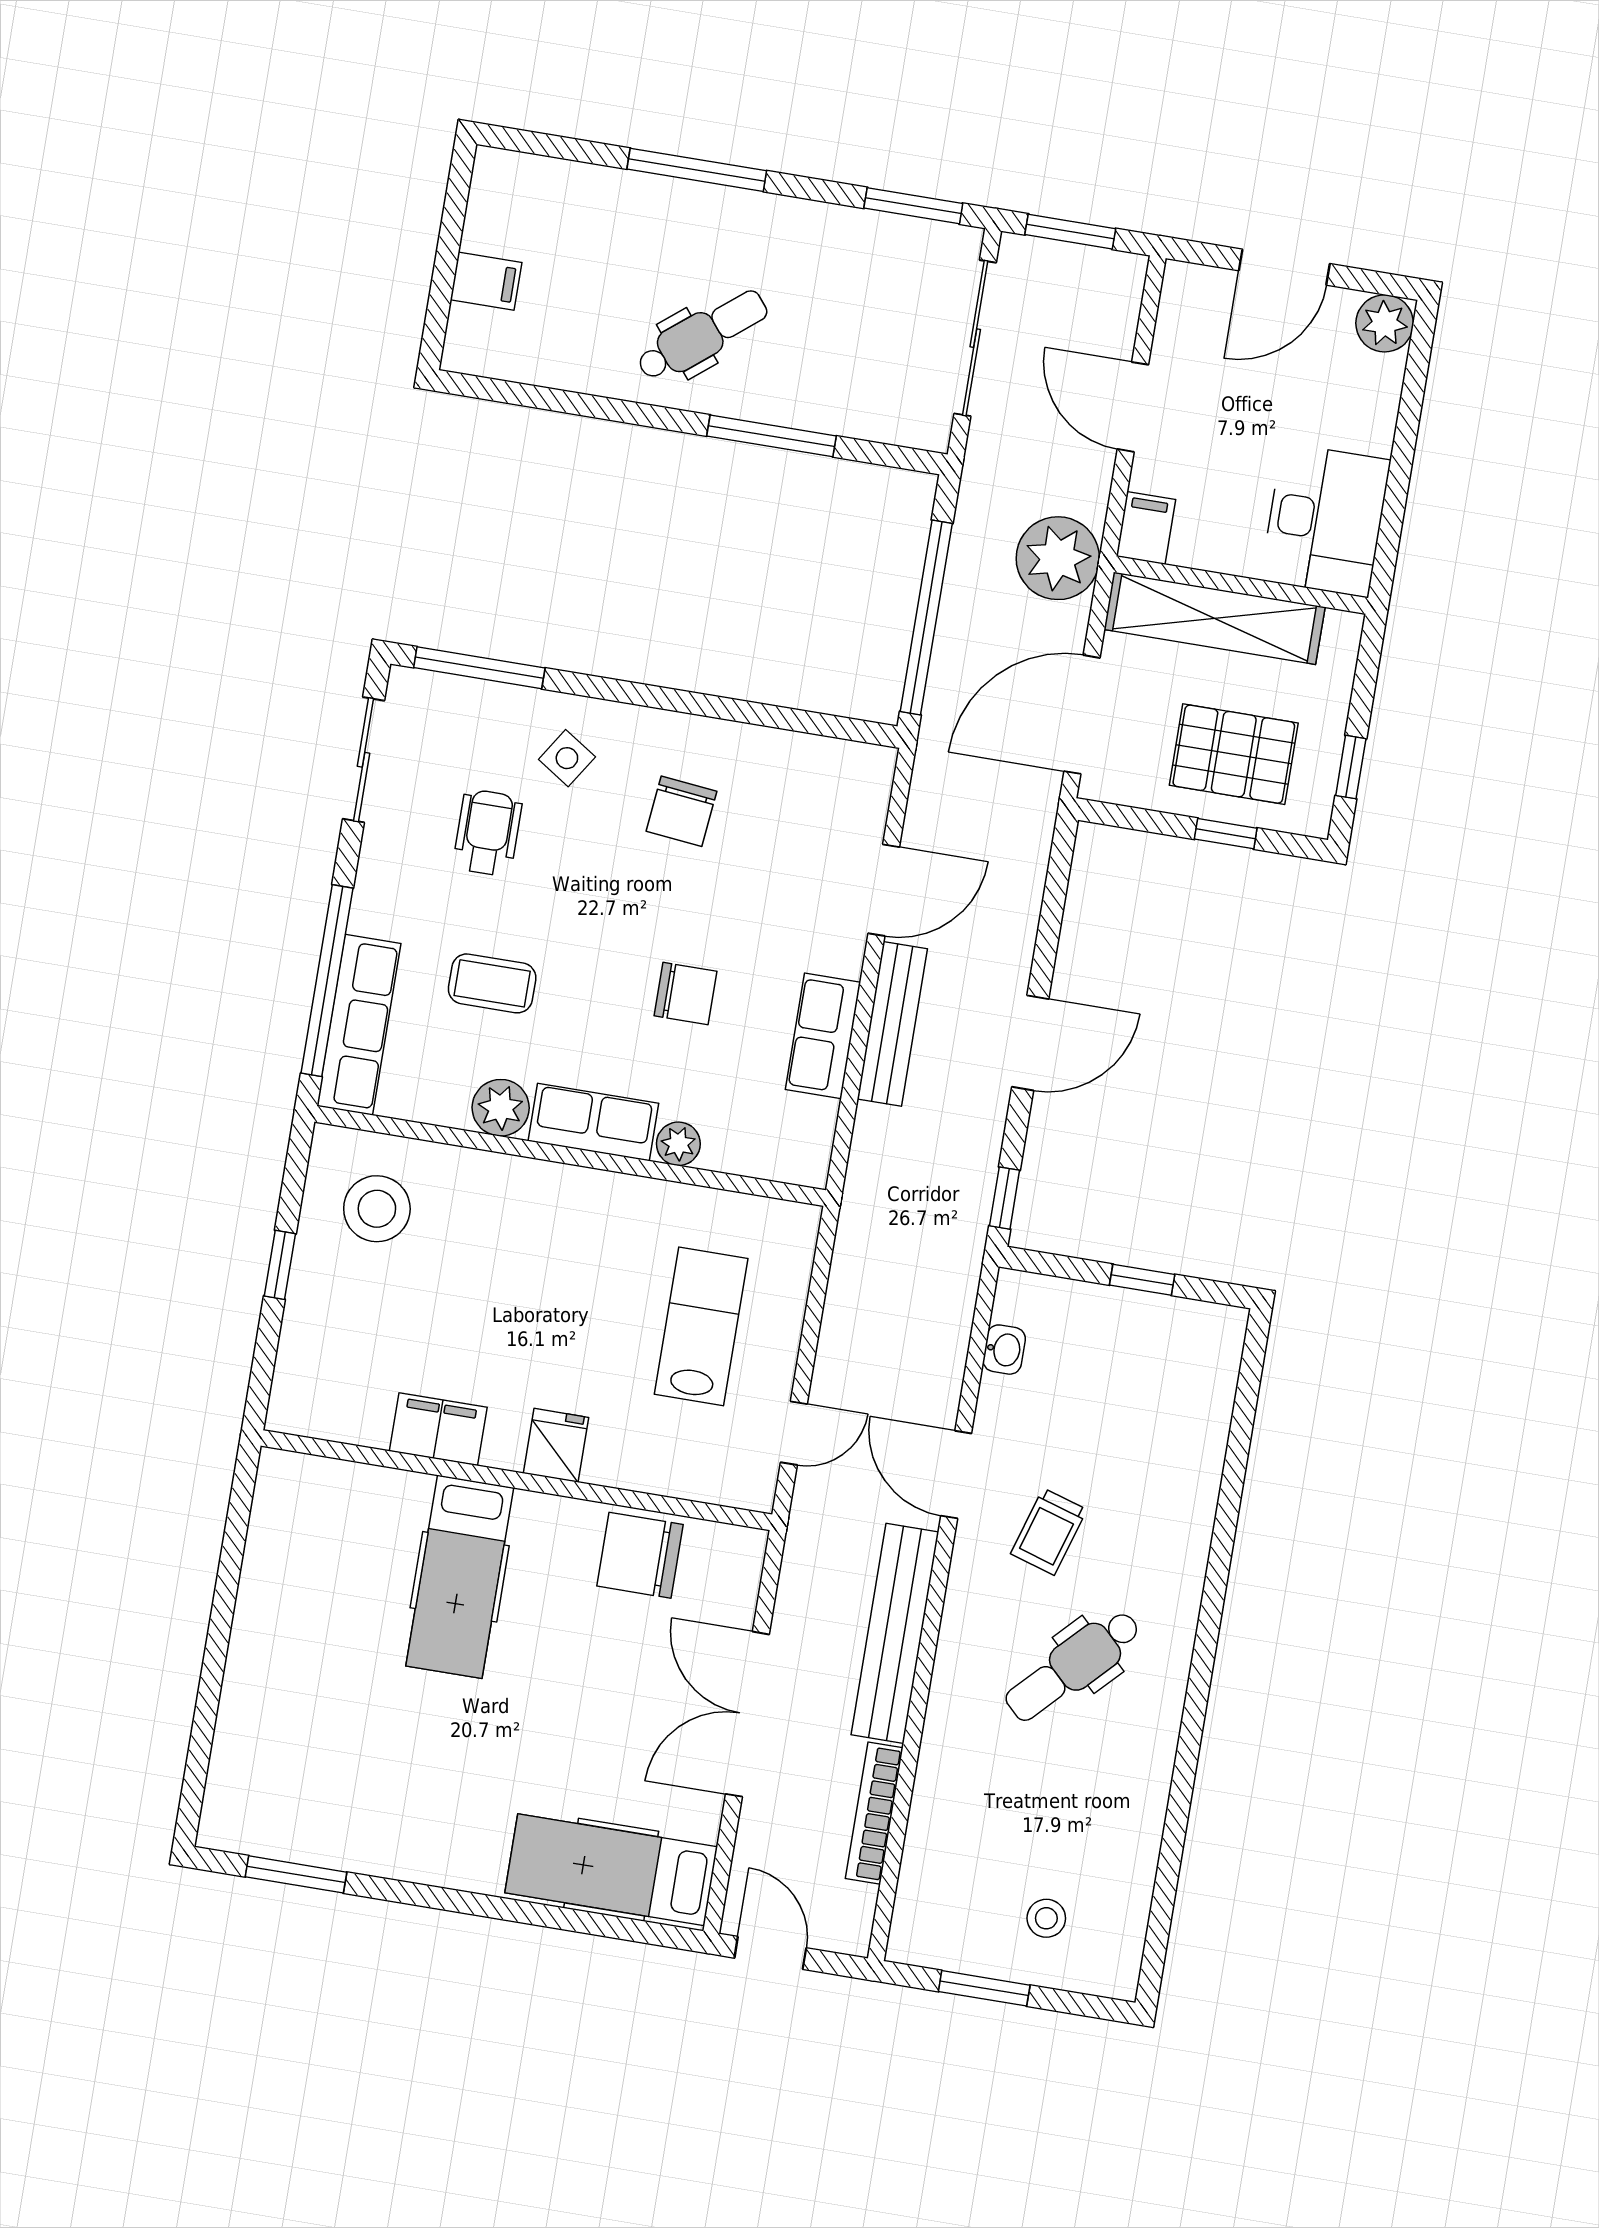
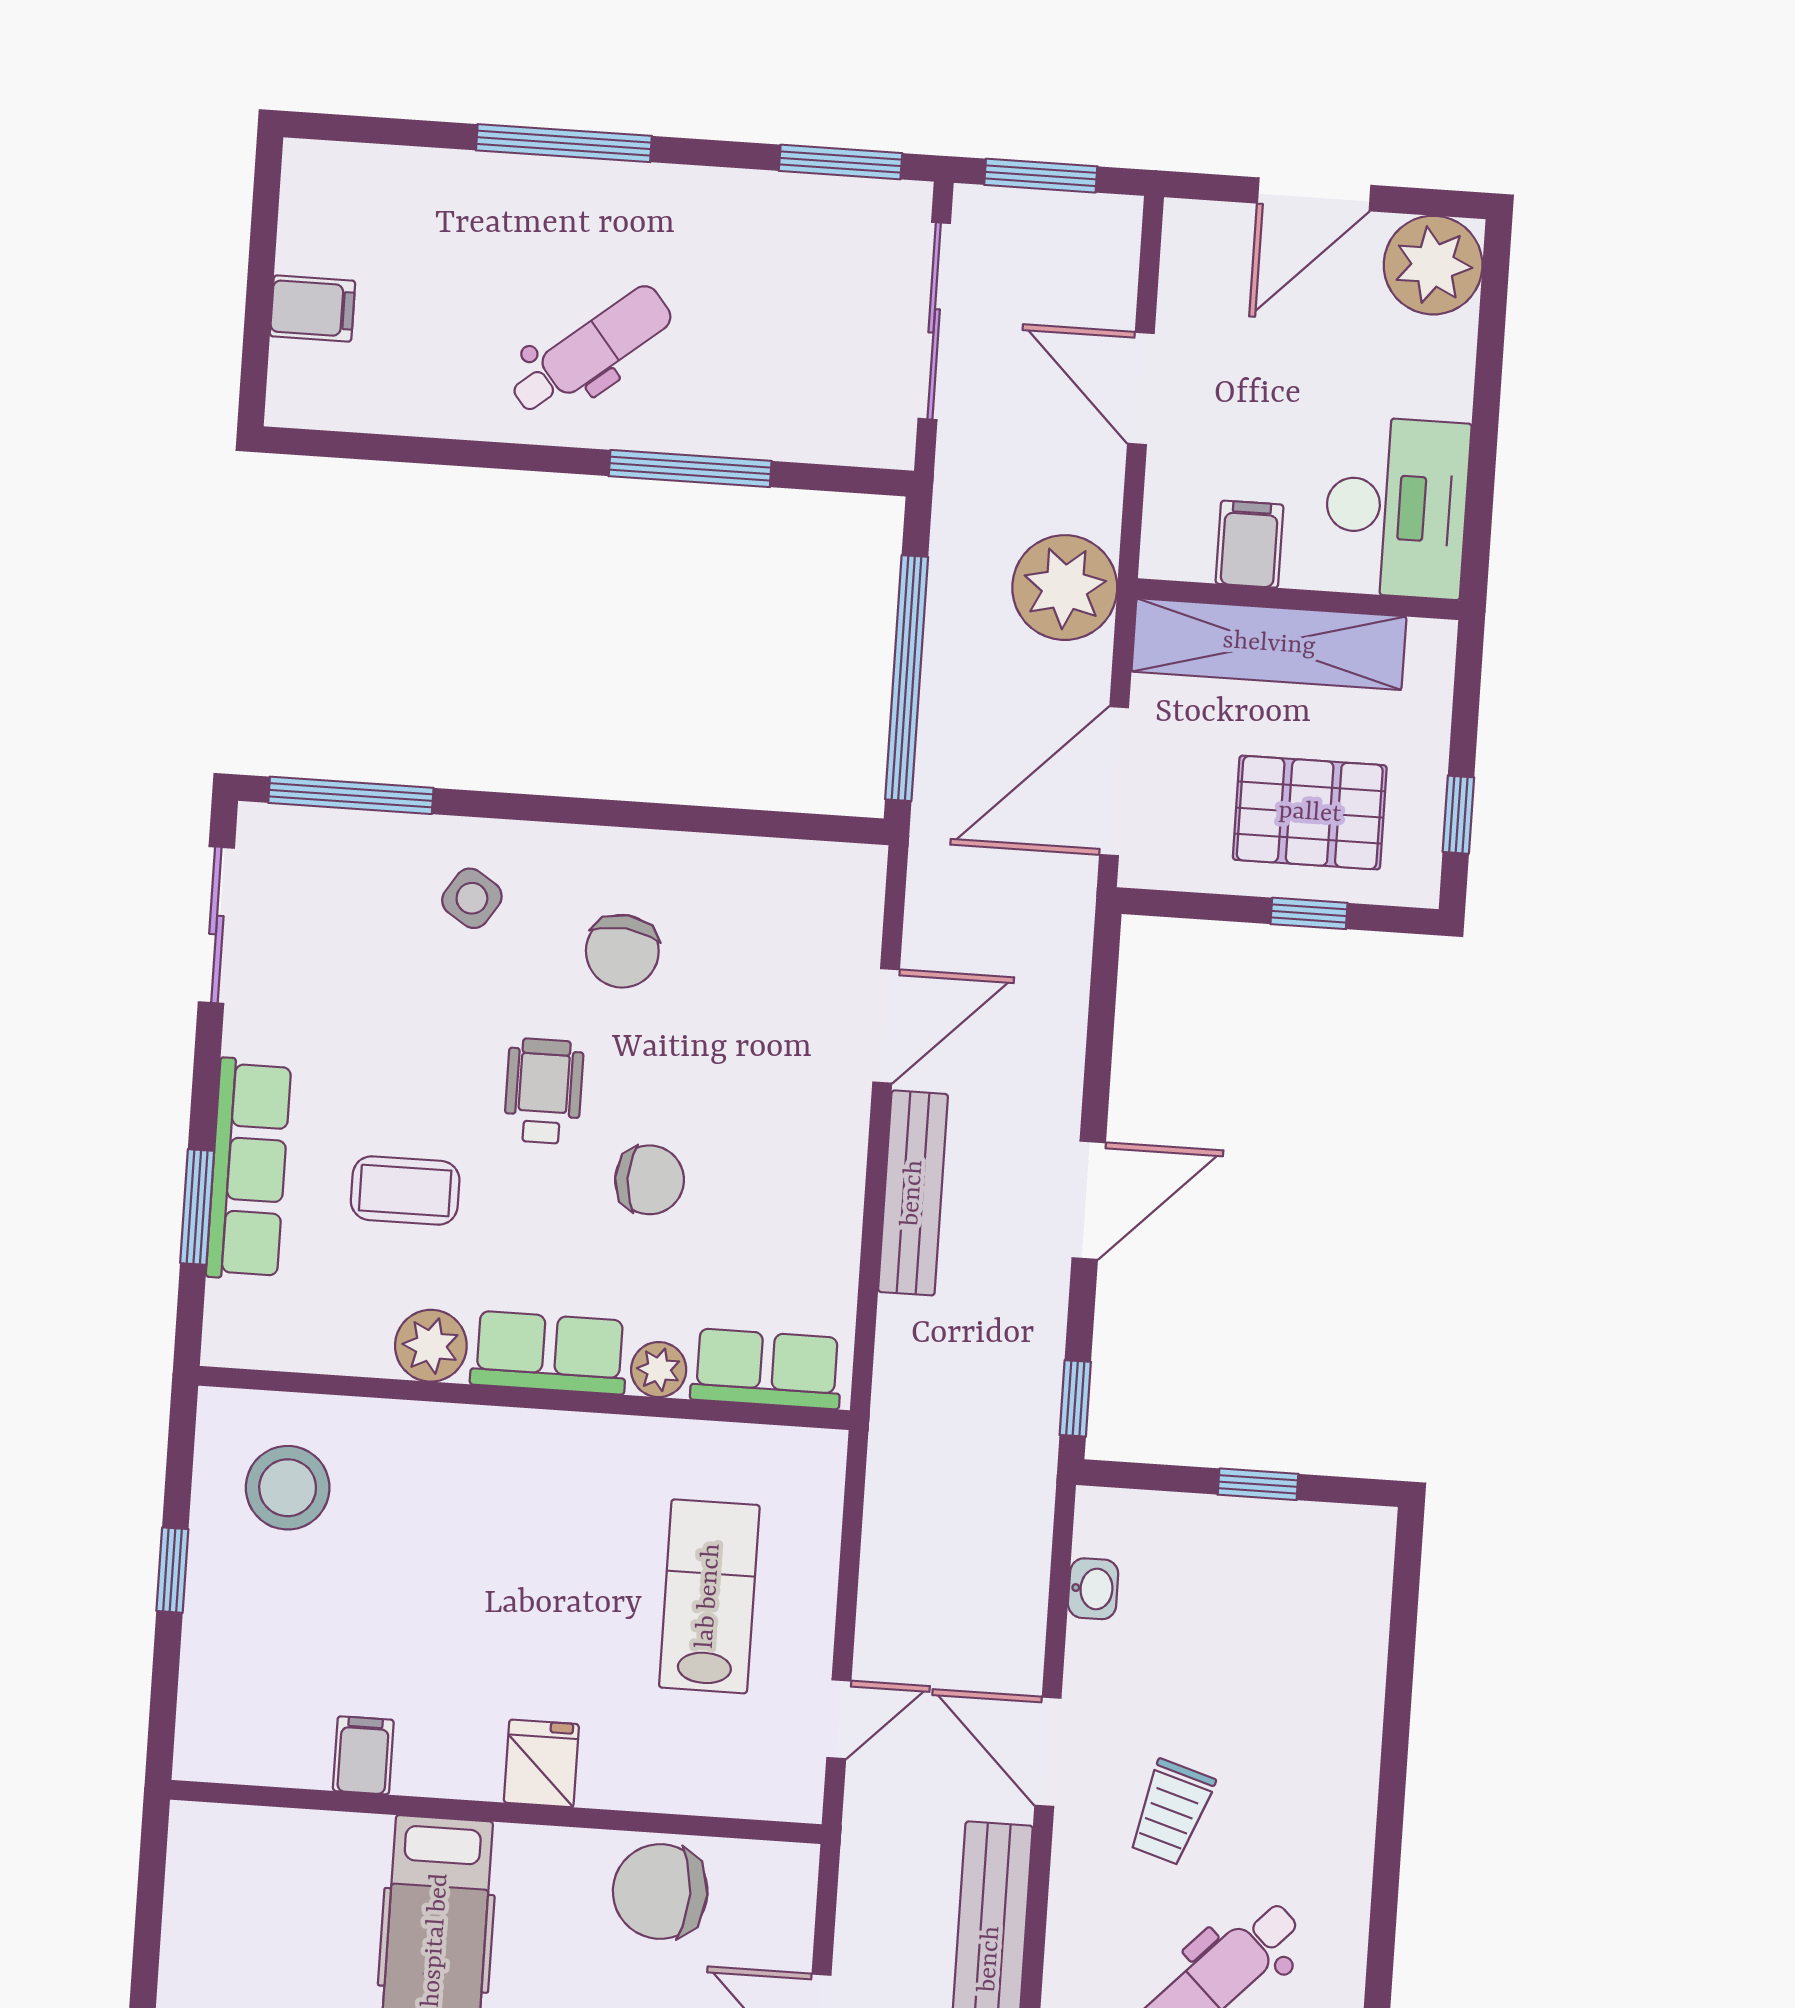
plant: (1385, 323) -> (1433, 265), width x1.36, depth x1.36
filing cabinet: (1146, 528) -> (1249, 544), moved
wheelchair: (488, 833) -> (544, 1091), moved
window: (327, 981) -> (197, 1207), width x0.47
row of seats: (359, 1025) -> (249, 1169), moved
row of seats: (823, 1036) -> (767, 1369), moved, turned 90
filing cabinet: (438, 1429) -> (363, 1755), width x0.50

